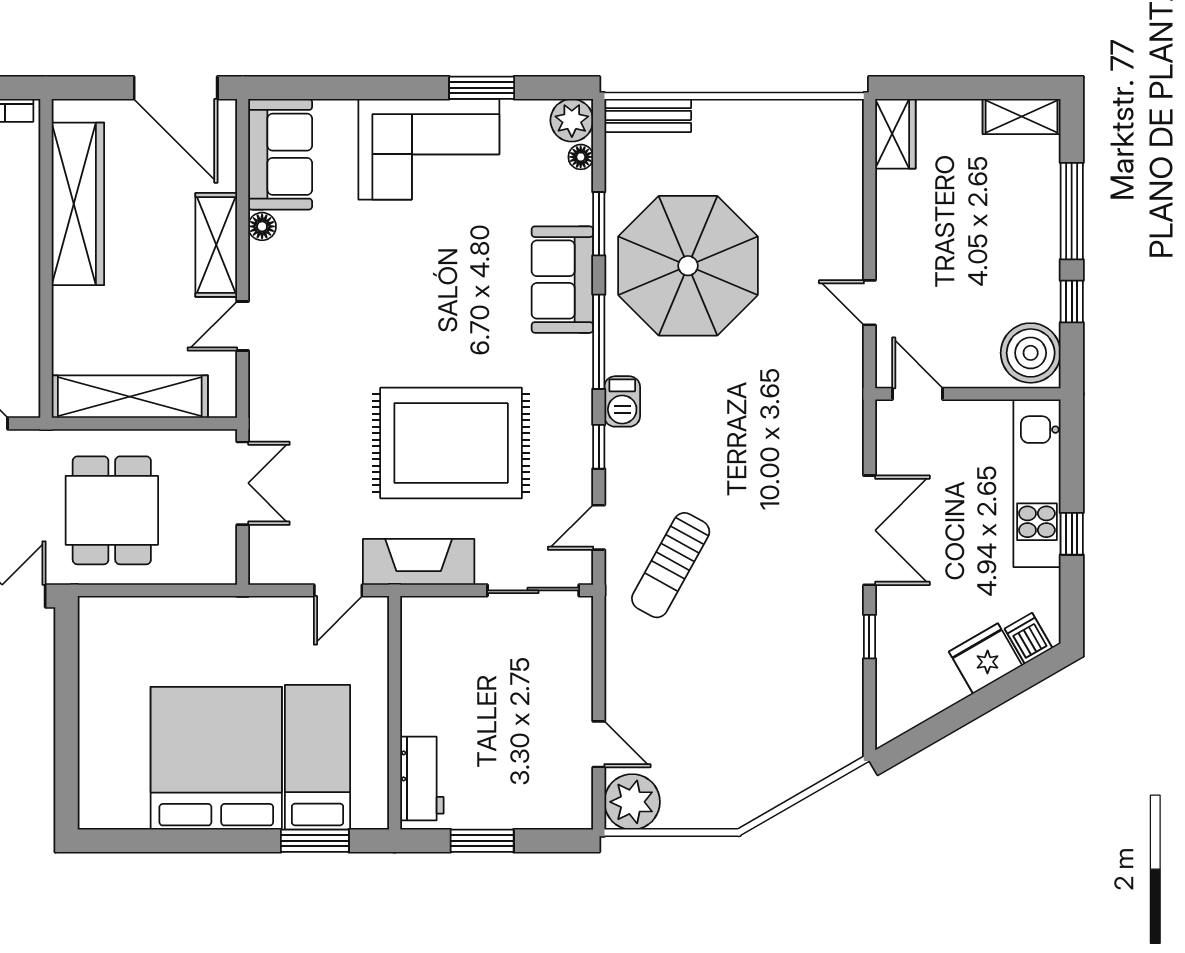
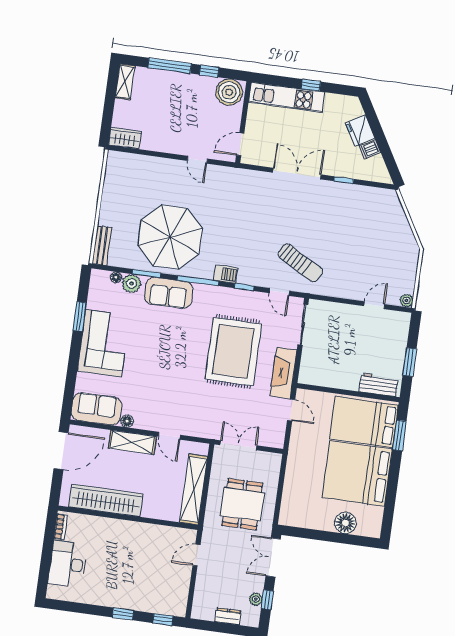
plant: (572, 120) -> (132, 283), moved
door: (869, 303) -> (197, 160), hinge flipped
dining table: (112, 510) -> (242, 504), turned 90
dishwasher: (1028, 638) -> (370, 149), moved
floor lamp: (102, 747) -> (345, 523), added
bed: (318, 757) -> (364, 422), width x1.50
plant: (632, 802) -> (406, 301), width x0.53, depth x0.53

